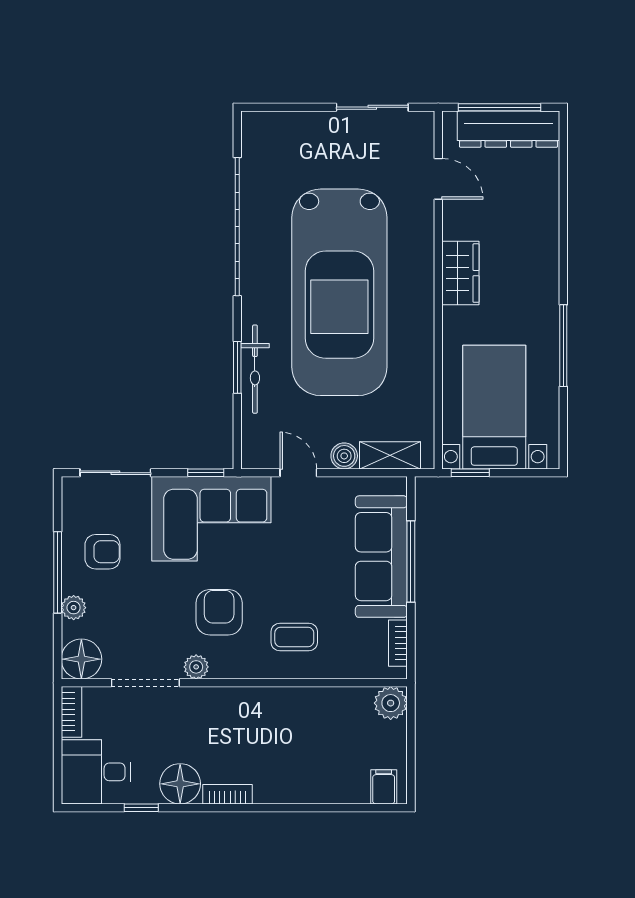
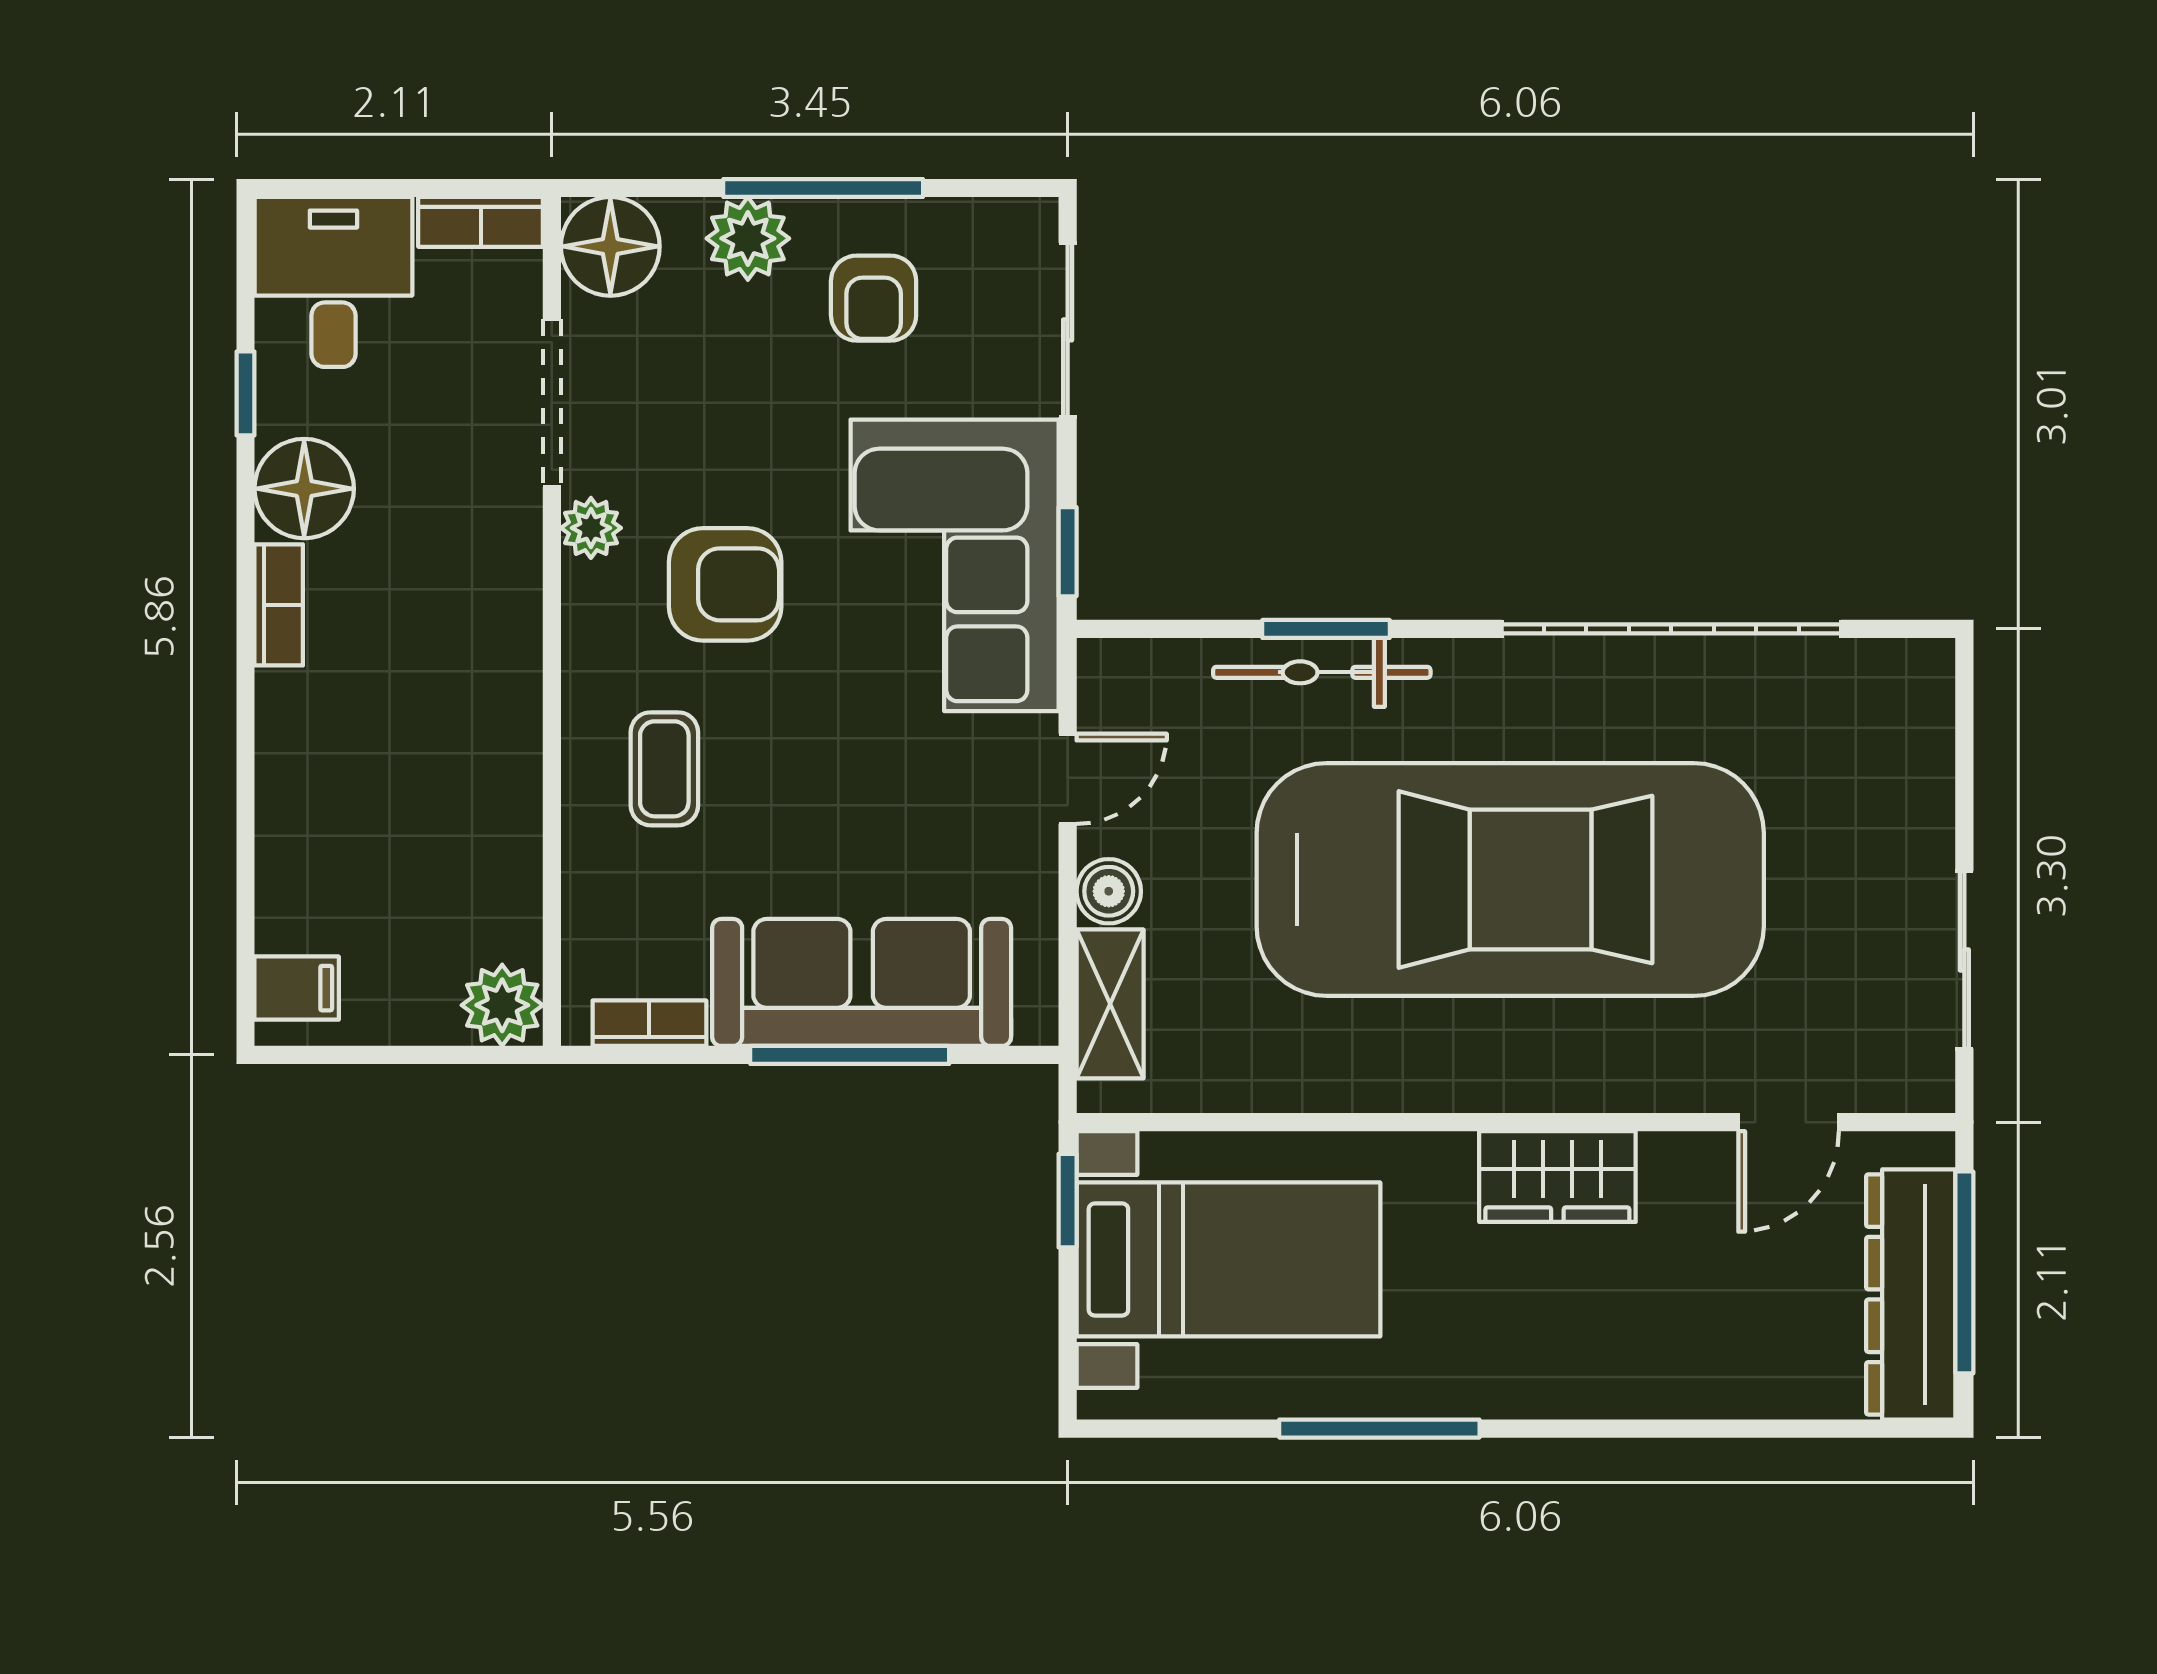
car: (339, 292) -> (1510, 880), turned 180
plant: (74, 608) -> (748, 238), width x1.38, depth x1.38

